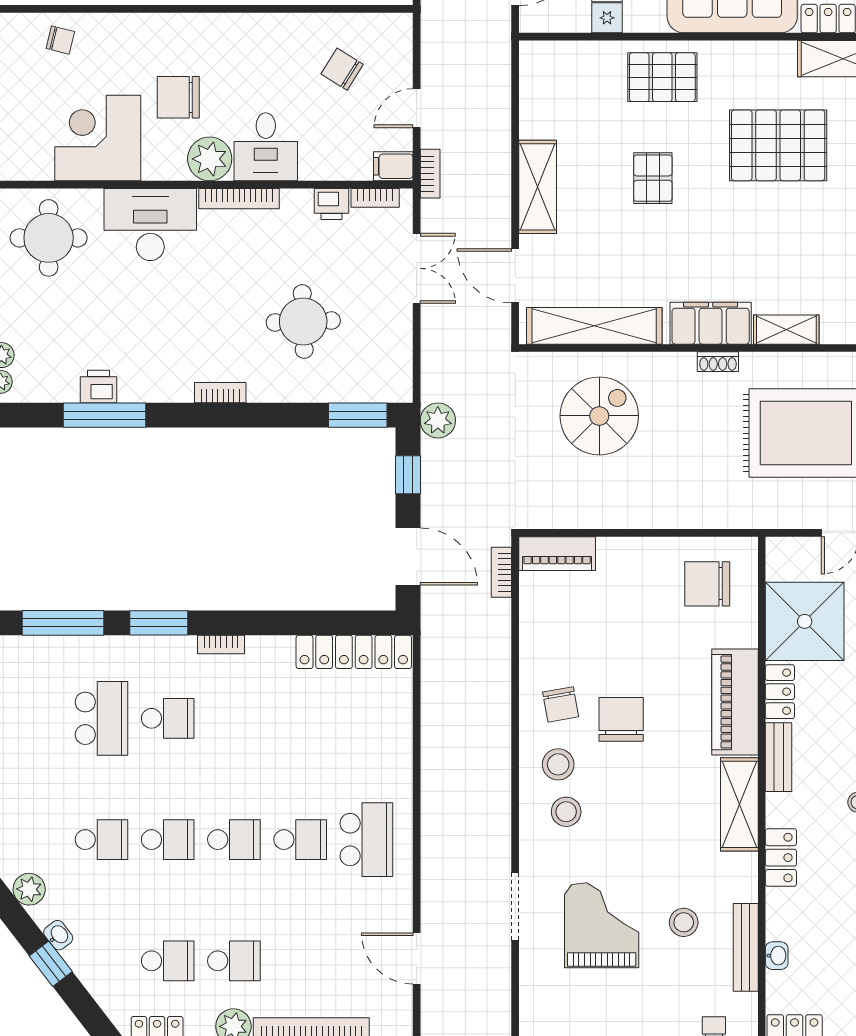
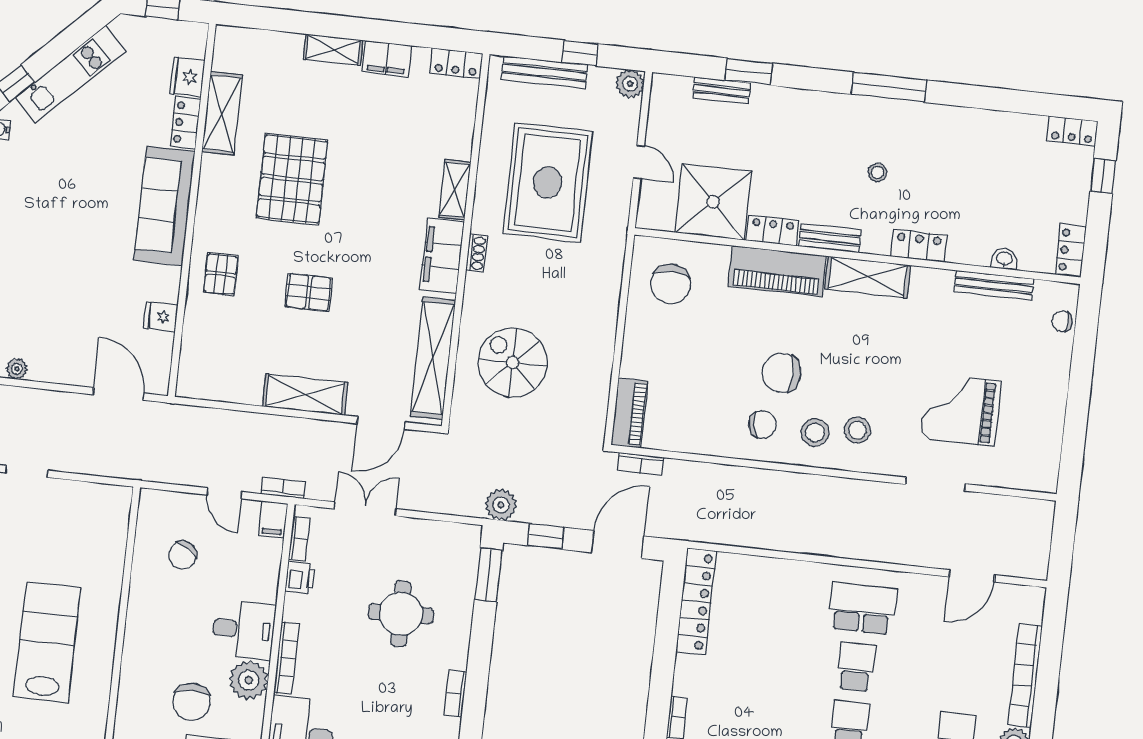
pallet: (662, 77) -> (221, 274), width x0.67, depth x0.71
stool: (684, 922) -> (966, 338), removed

